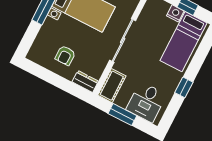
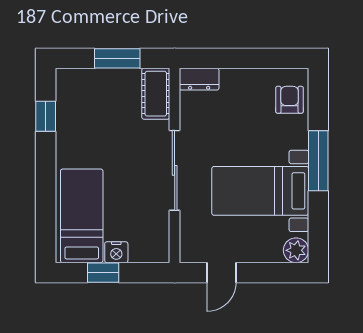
armchair: (65, 55) -> (290, 100), moved
window: (184, 87) -> (46, 116), moved
desk: (146, 102) -> (91, 96), removed

